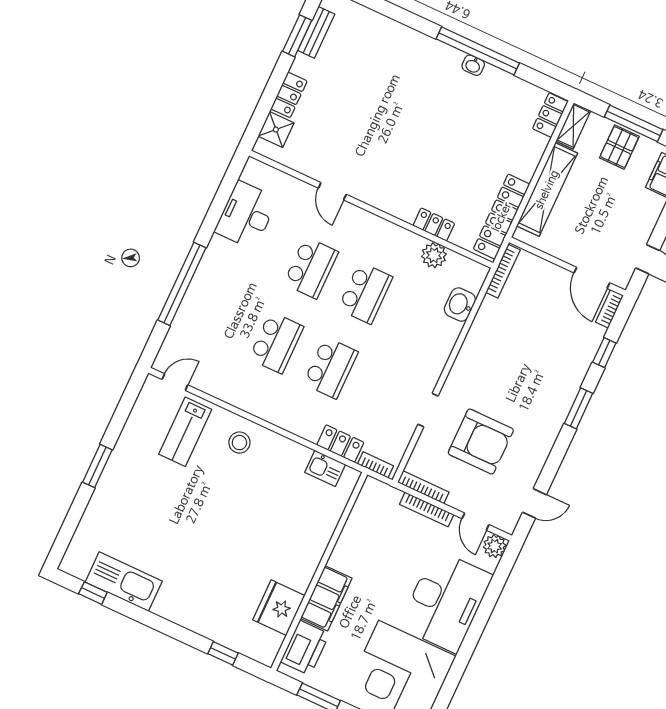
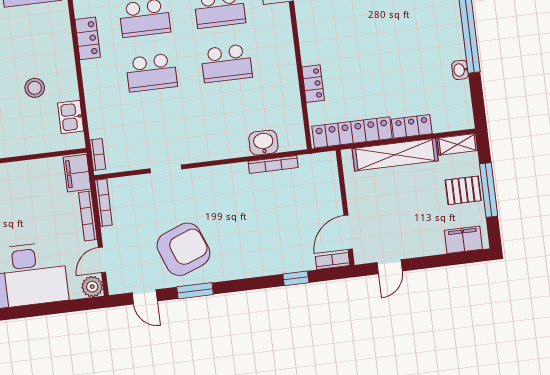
washbasin: (473, 65) -> (460, 70), moved
locker: (550, 115) -> (412, 126), moved
plant: (434, 255) -> (289, 98), removed
bookcase: (503, 271) -> (273, 164), moved
window: (578, 408) -> (195, 291), moved
armchair: (481, 442) -> (183, 249), moved, turned -111
stool: (239, 443) -> (35, 88), moved
locker: (340, 444) -> (88, 38), moved
filing cabinet: (381, 495) -> (77, 173), added

